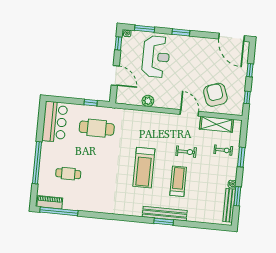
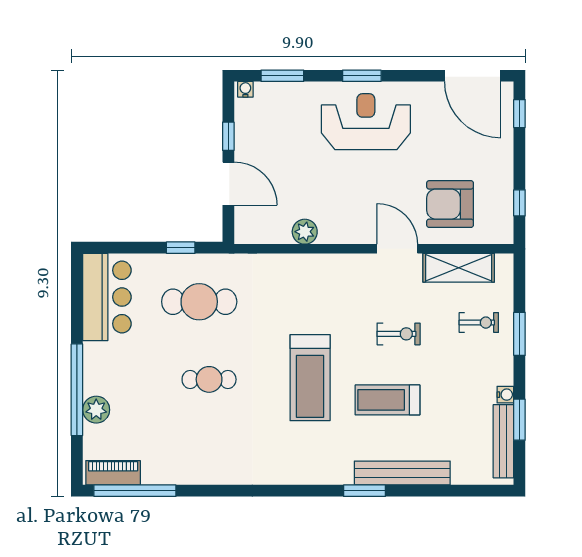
window: (118, 43) -> (228, 136), moved
reception desk: (156, 57) -> (366, 122), moved, turned -90
window: (250, 70) -> (519, 114), moved
armchair: (215, 95) -> (450, 204), turned -70
plant: (45, 173) -> (96, 410), added
cafe table: (68, 174) -> (209, 379), moved
treadmill: (178, 181) -> (387, 400), turned -90
bench: (165, 214) -> (402, 473), moved

